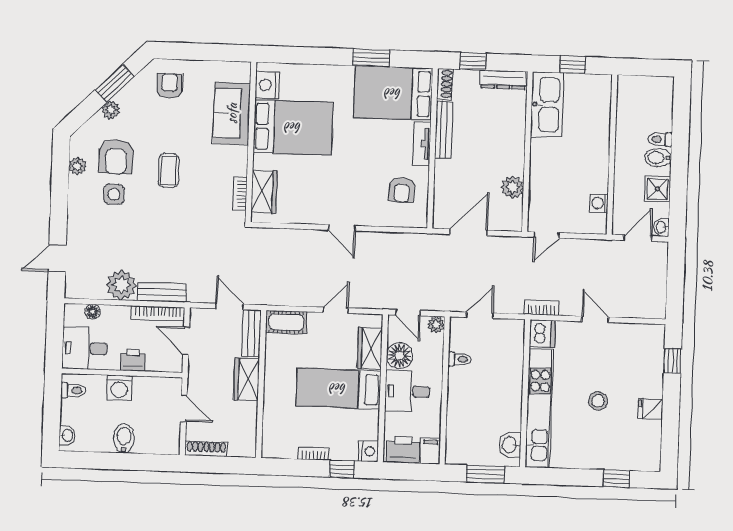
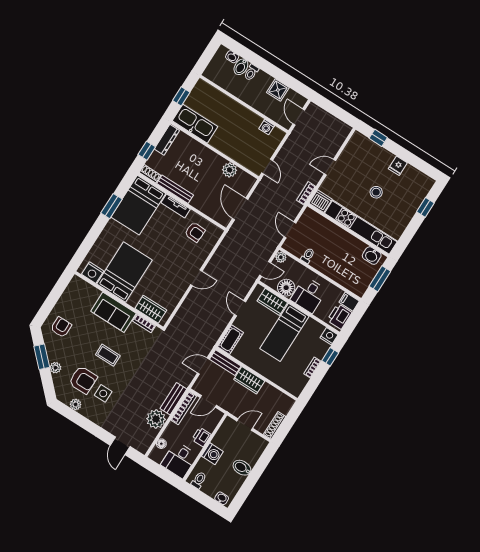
armchair: (170, 86) -> (61, 327), turned 90
sofa: (232, 113) -> (113, 312), moved
bidet: (658, 158) -> (241, 67), moved
washbasin: (661, 227) -> (232, 57), moved

